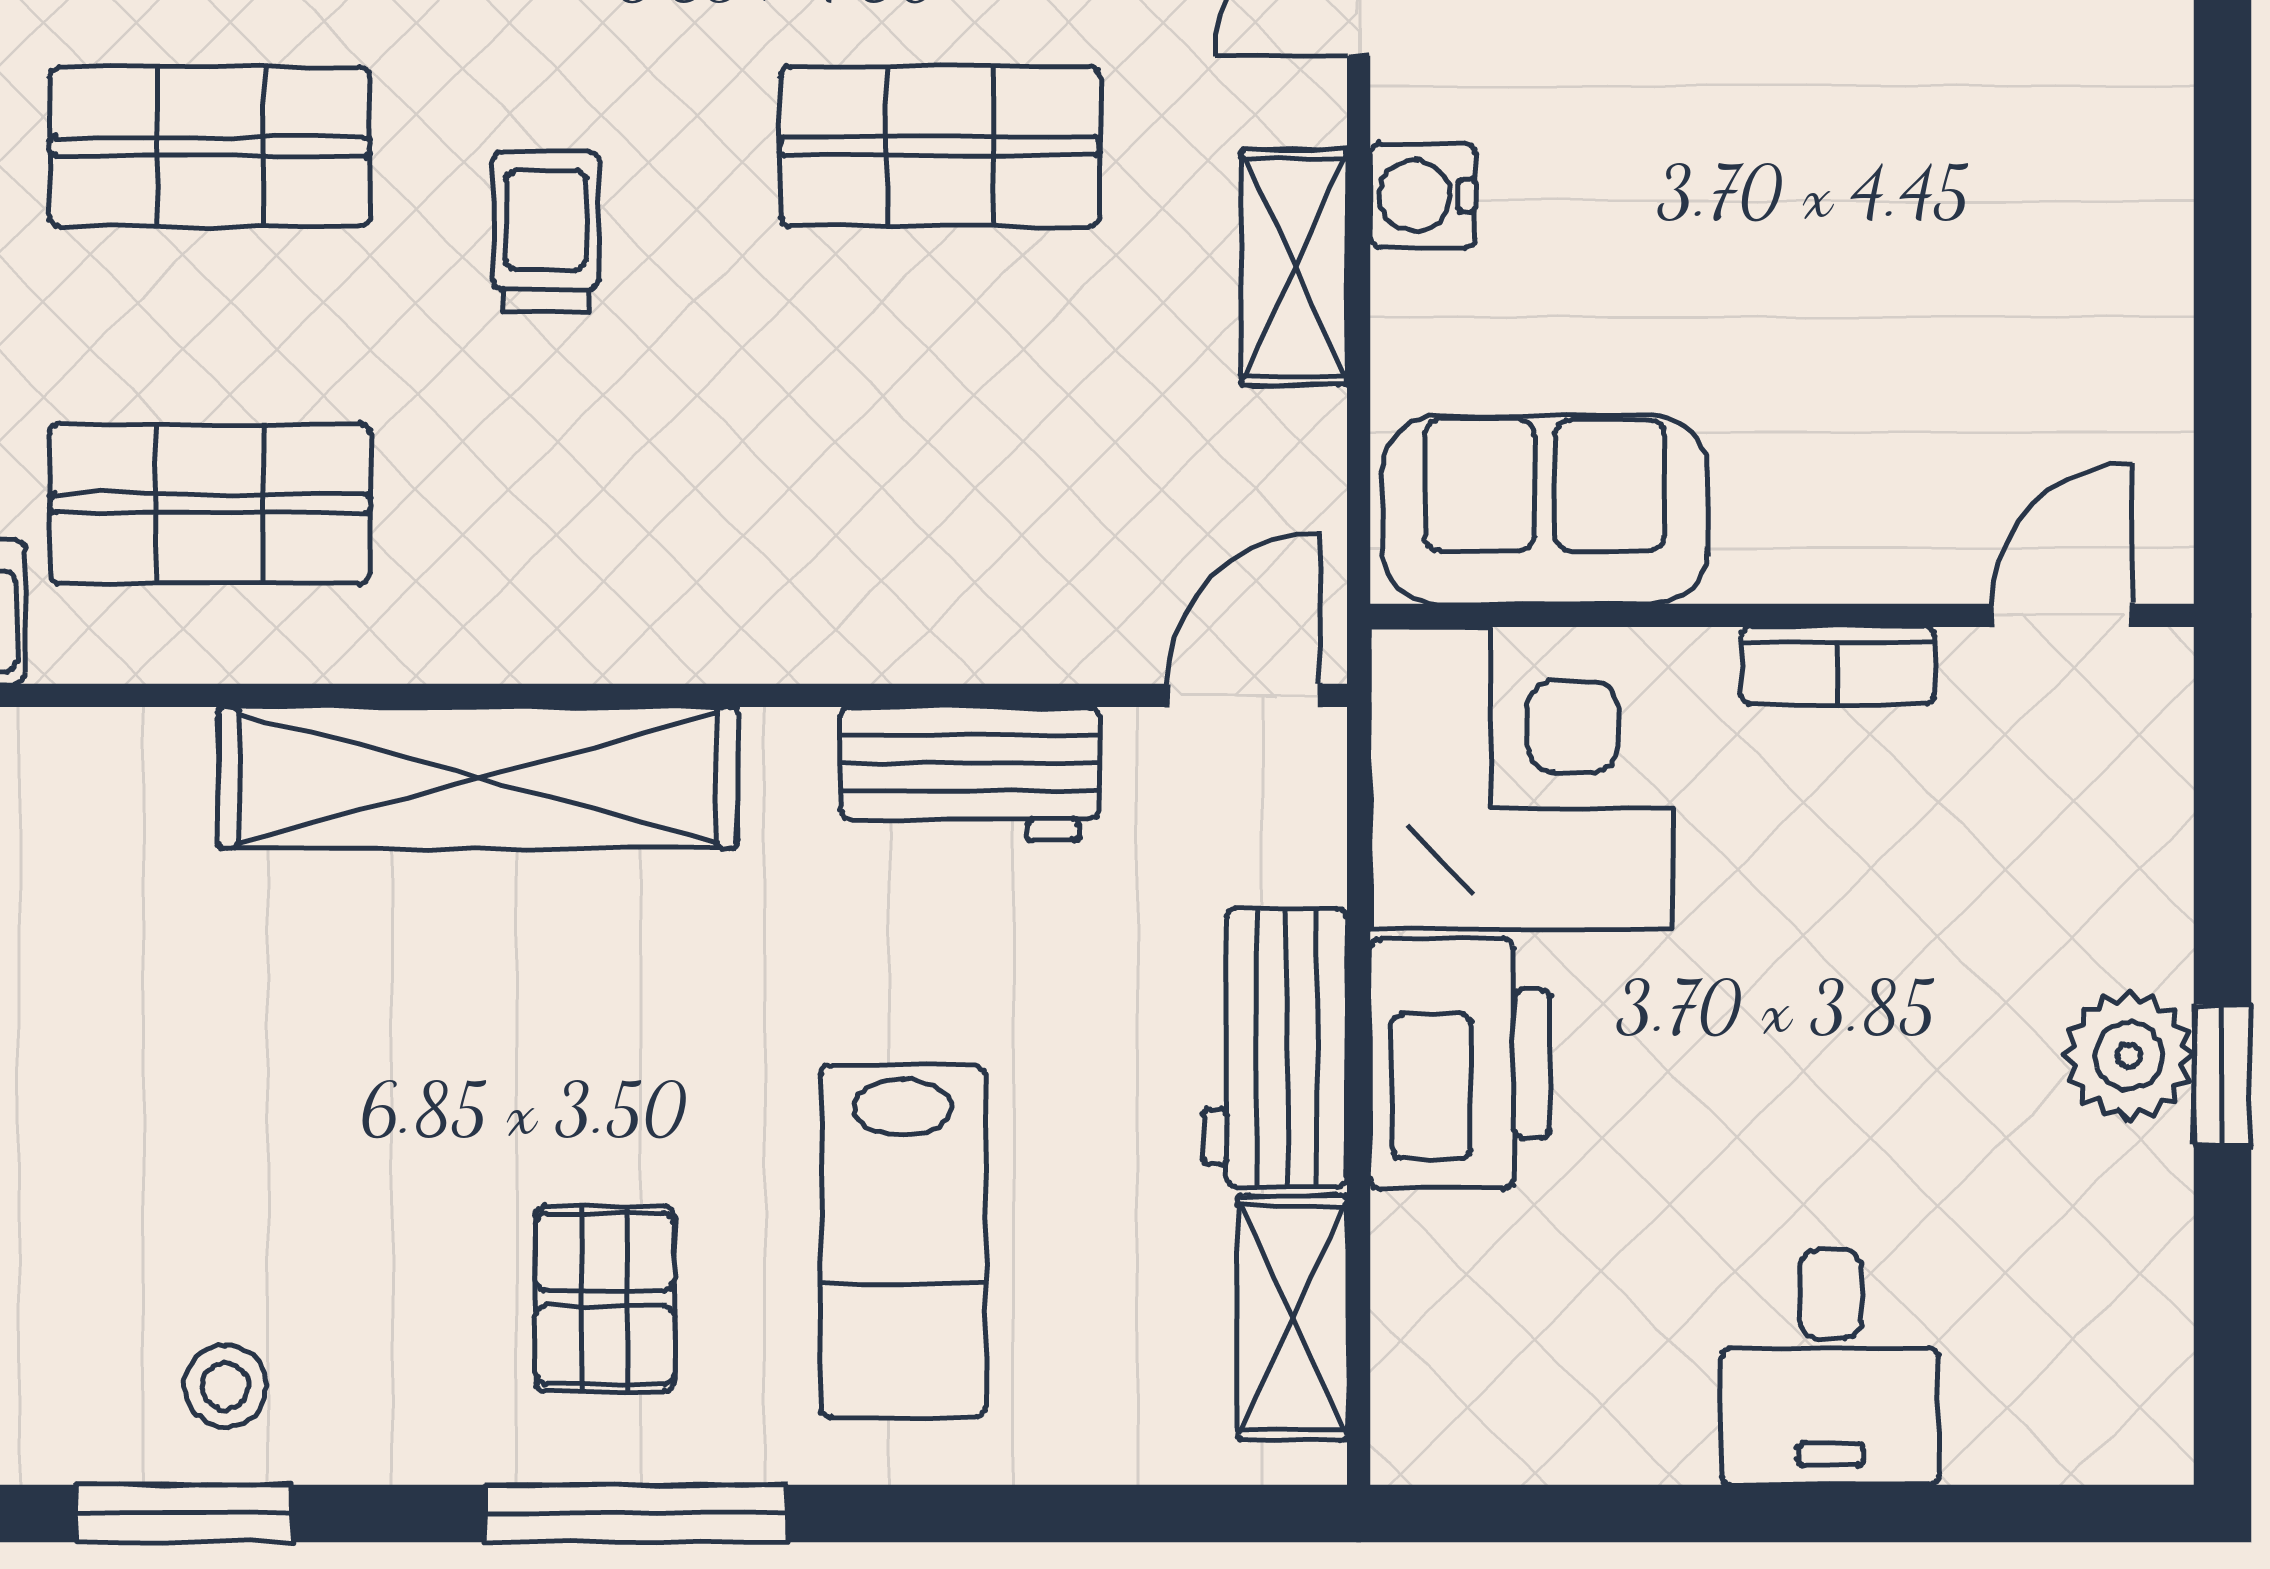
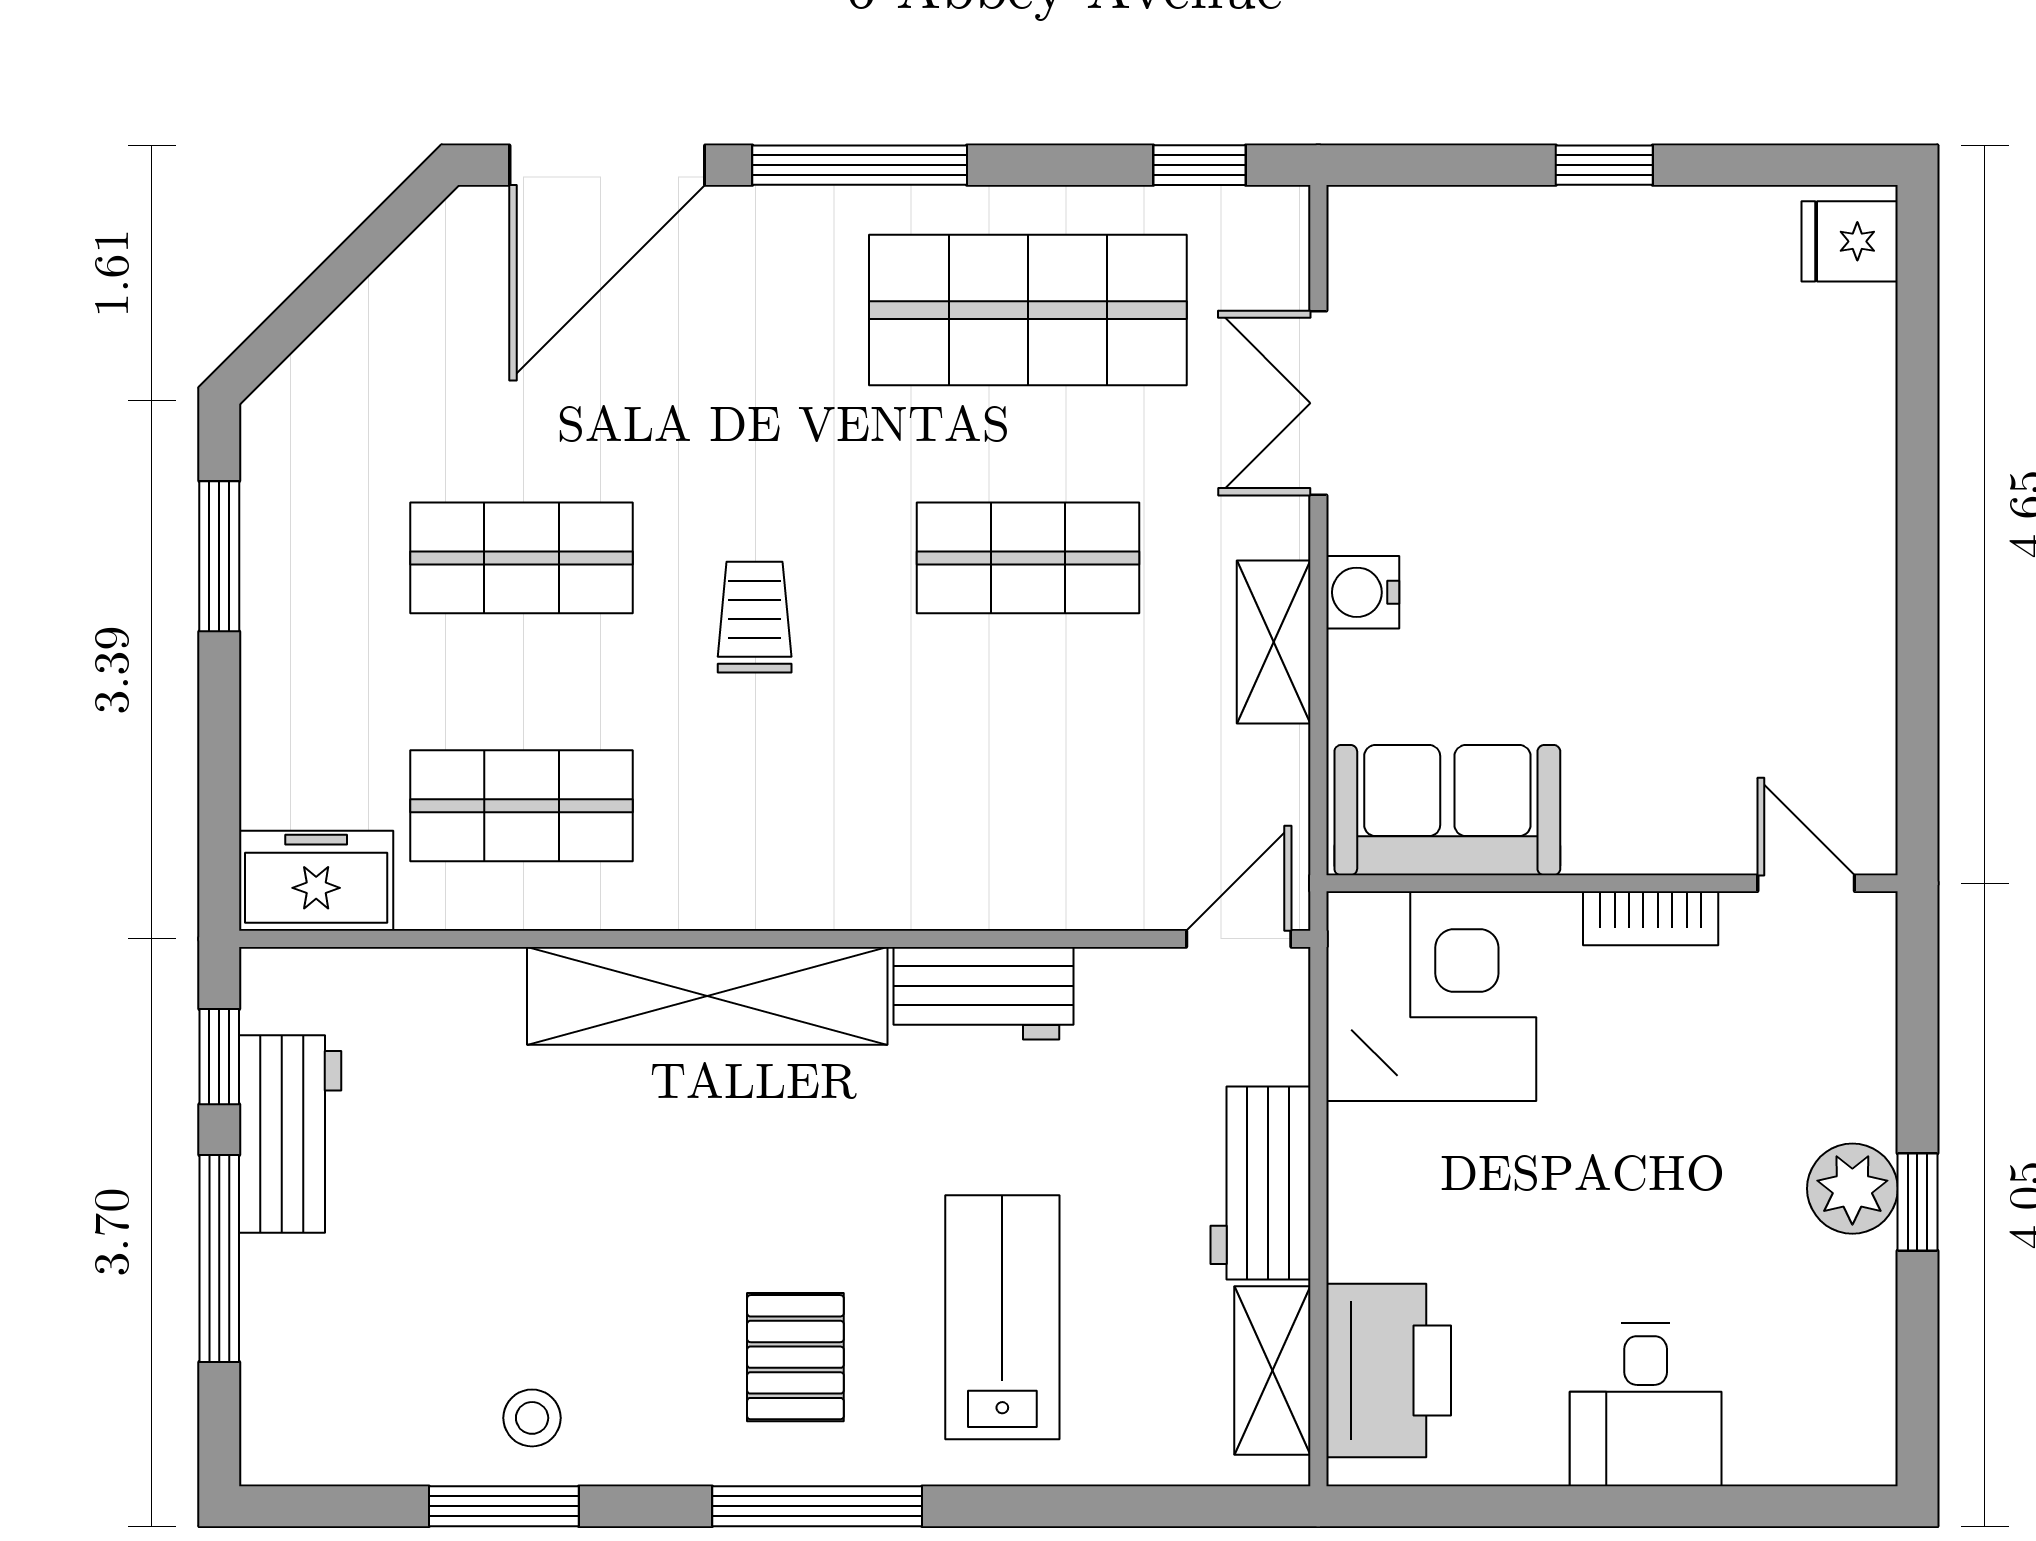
door: (2062, 615) -> (1806, 883), hinge flipped
workbench: (970, 774) -> (984, 993), moved
printer: (1460, 1064) -> (1389, 1371), moved
lab bench: (903, 1241) -> (1002, 1317), turned 180

